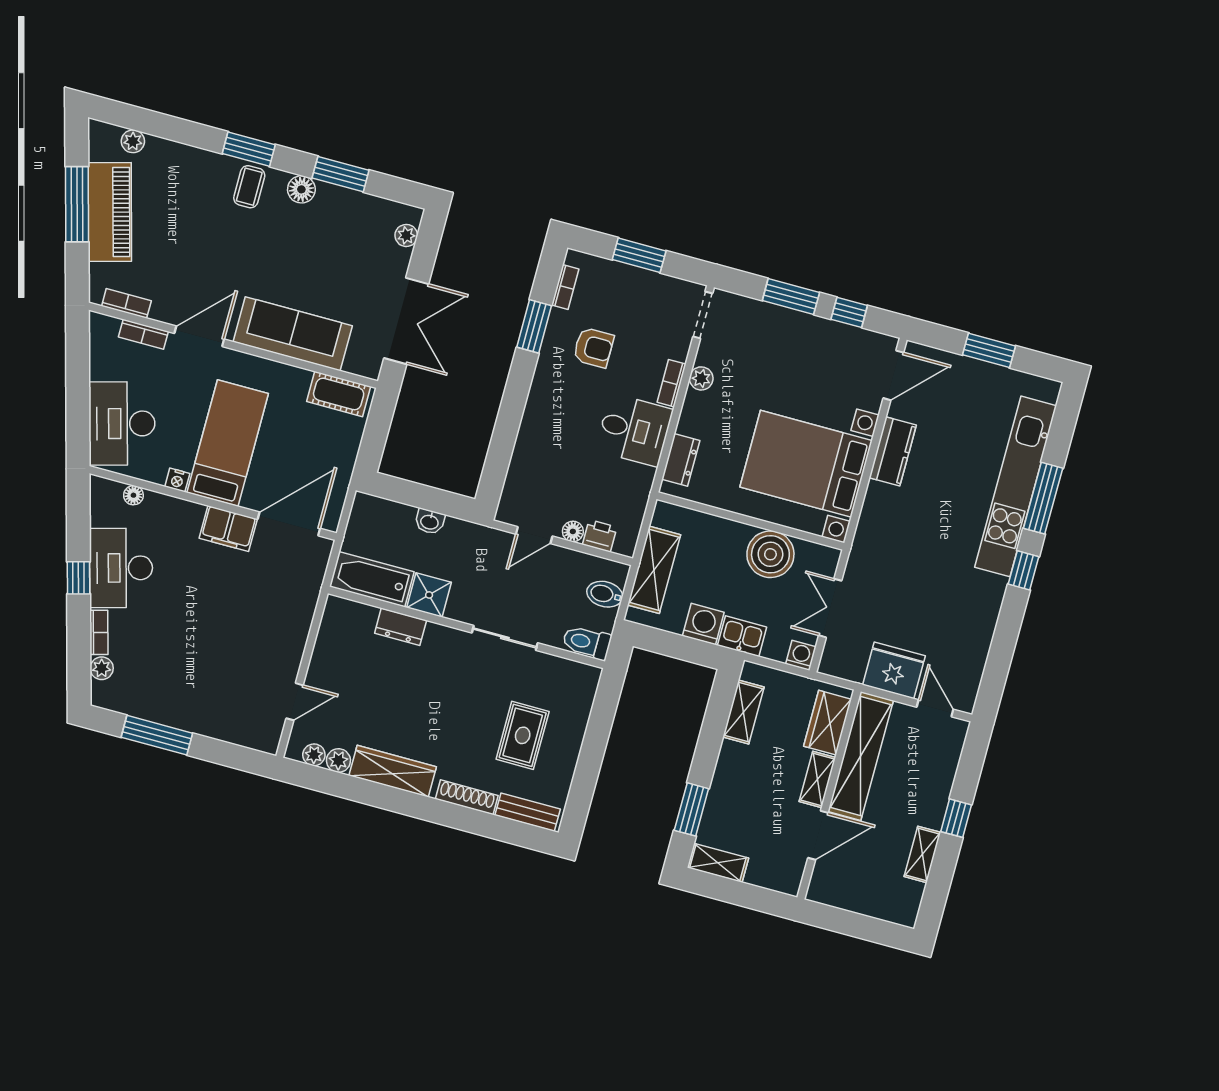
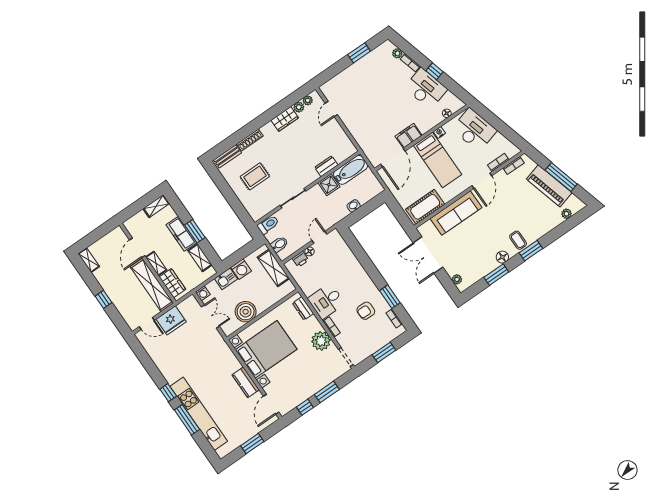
plant: (701, 378) -> (321, 341), width x1.88, depth x1.88
cot: (339, 394) -> (425, 207), width x1.37, depth x1.34
window: (157, 735) -> (359, 53), width x0.69
rug: (523, 735) -> (255, 176), turned 90
wardrobe: (393, 771) -> (285, 119), width x0.67
freezer: (729, 779) -> (181, 234), added
window: (691, 809) -> (195, 231), moved
shelving: (922, 854) -> (89, 260), moved

